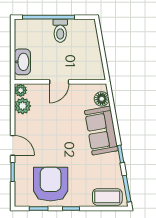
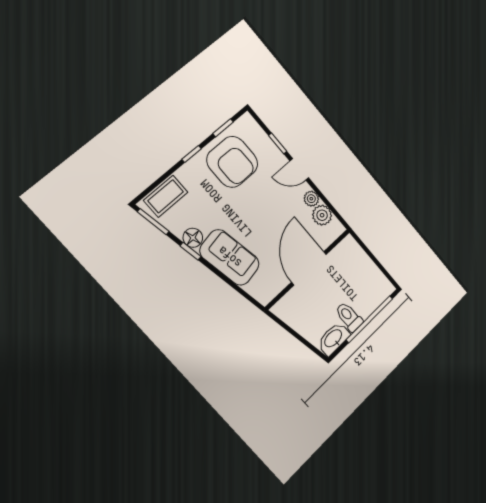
washbasin: (22, 62) -> (333, 339), moved, turned 90
door: (59, 82) -> (309, 268), width x1.88
plant: (21, 90) -> (311, 199), moved
floor lamp: (102, 99) -> (193, 238), moved

